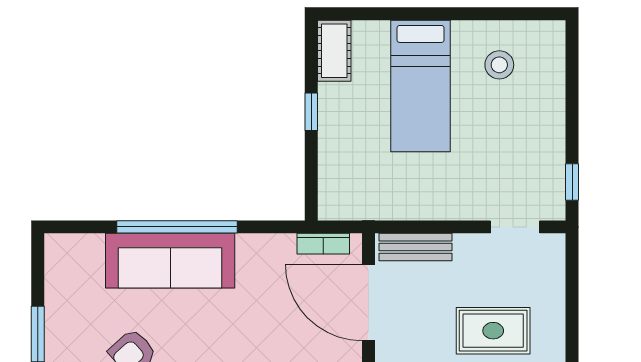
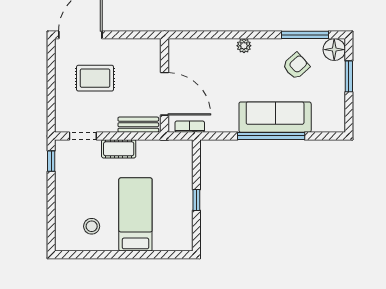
cot: (334, 51) -> (119, 149), moved, turned 90

